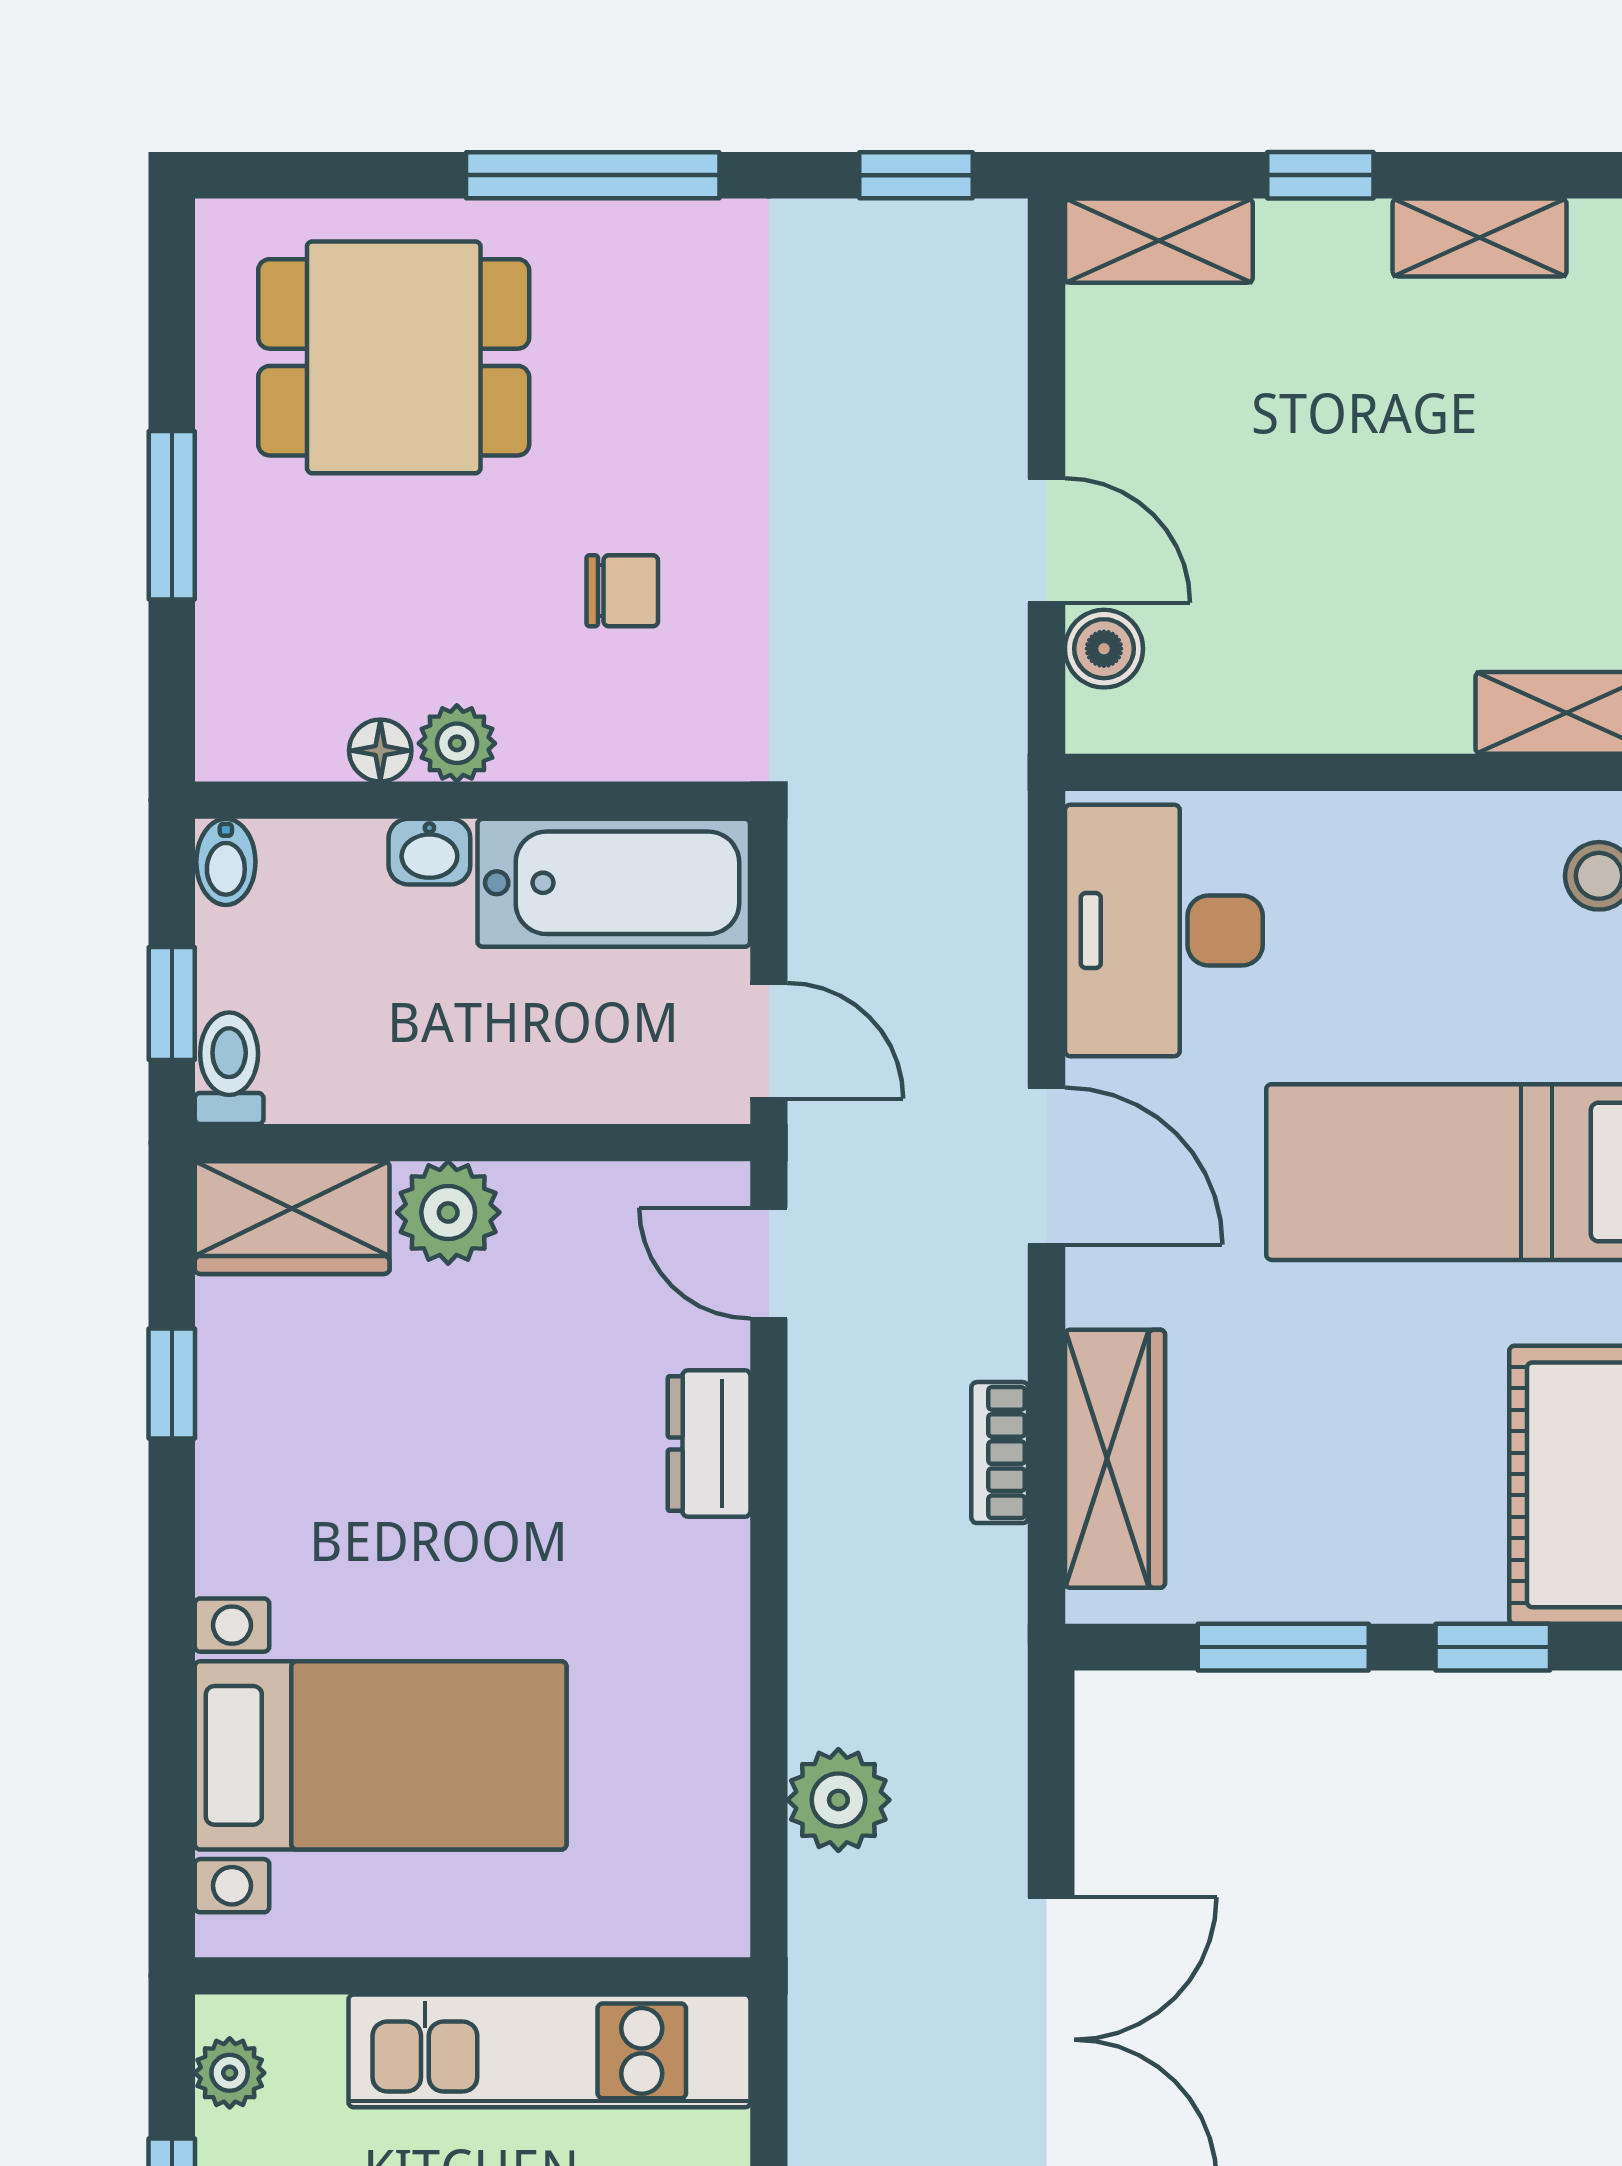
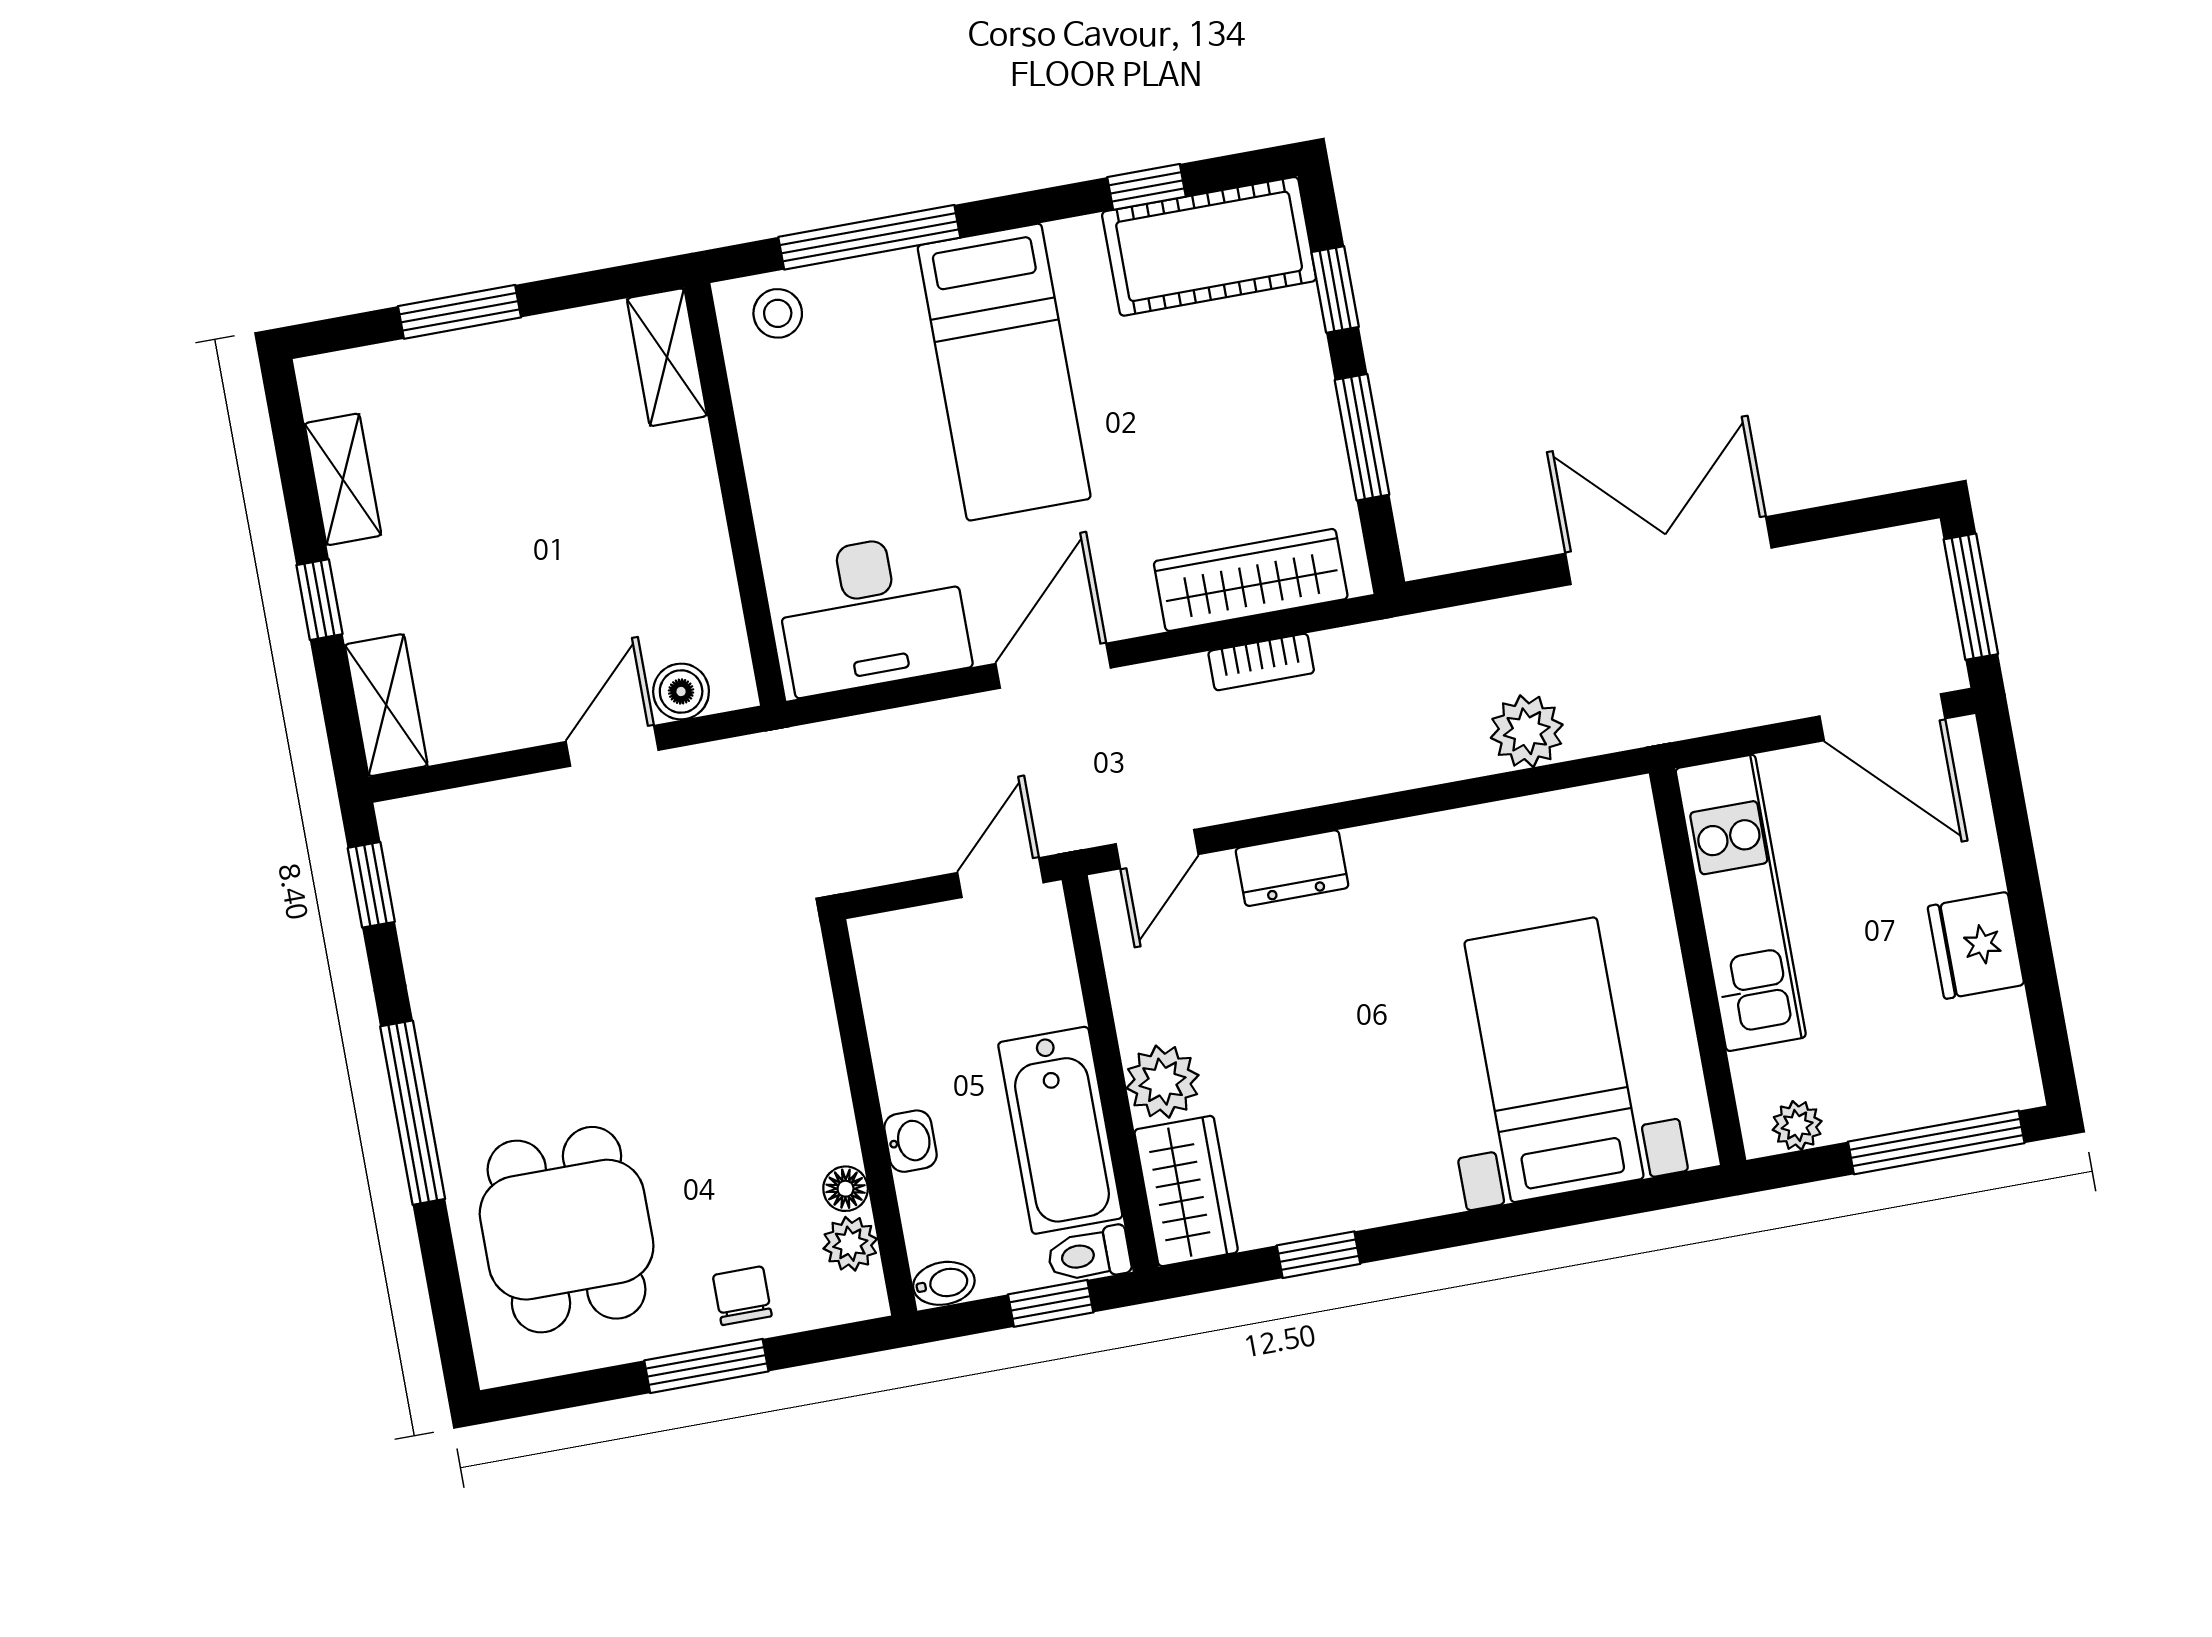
chair: (622, 591) -> (742, 1296), moved
plant: (457, 743) -> (850, 1244), moved
bathtub: (614, 883) -> (1060, 1130), moved, turned 180

